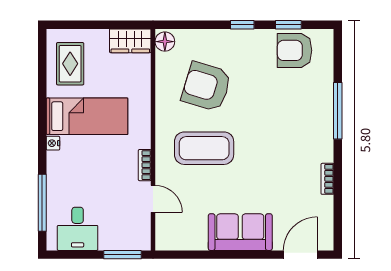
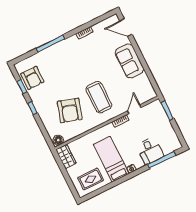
desk: (78, 229) -> (150, 151), moved, turned 90

